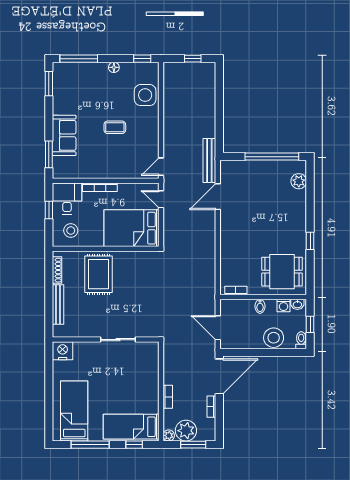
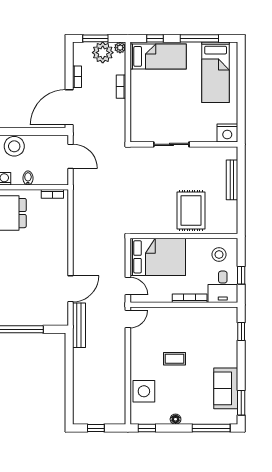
sofa: (64, 135) -> (226, 388), moved
window: (49, 154) -> (241, 331), width x0.67
shoe rack: (57, 270) -> (233, 215), removed

